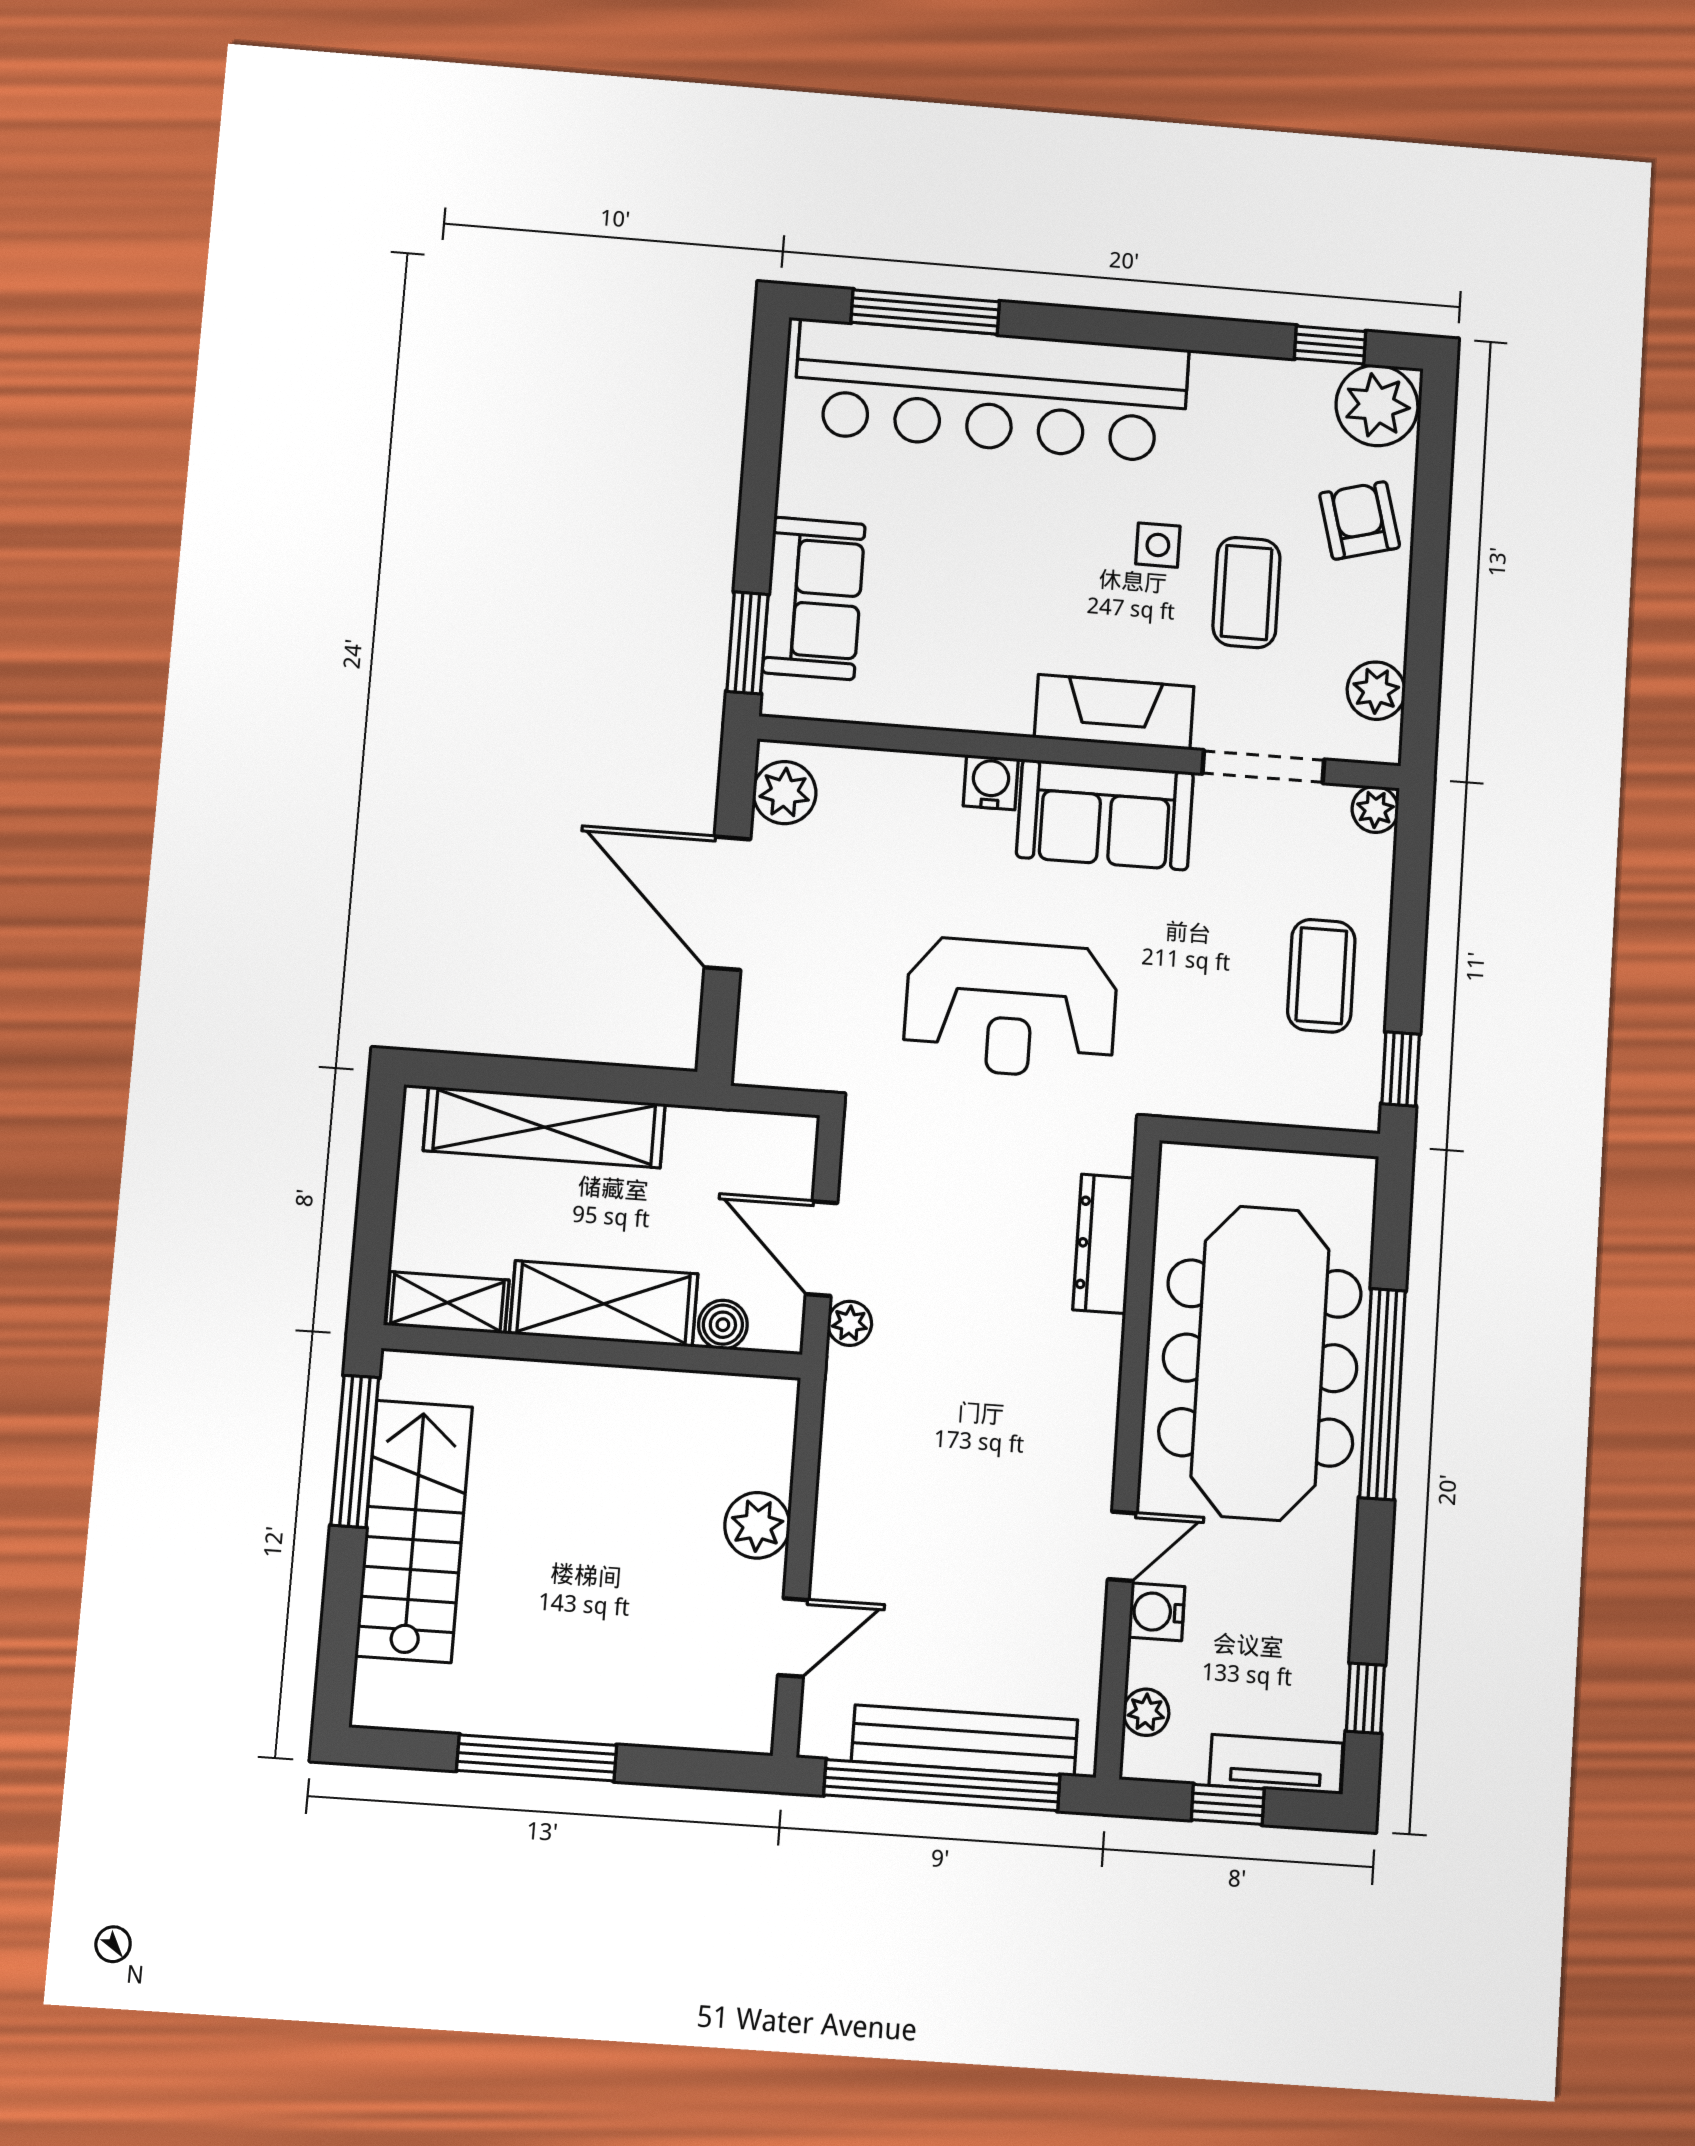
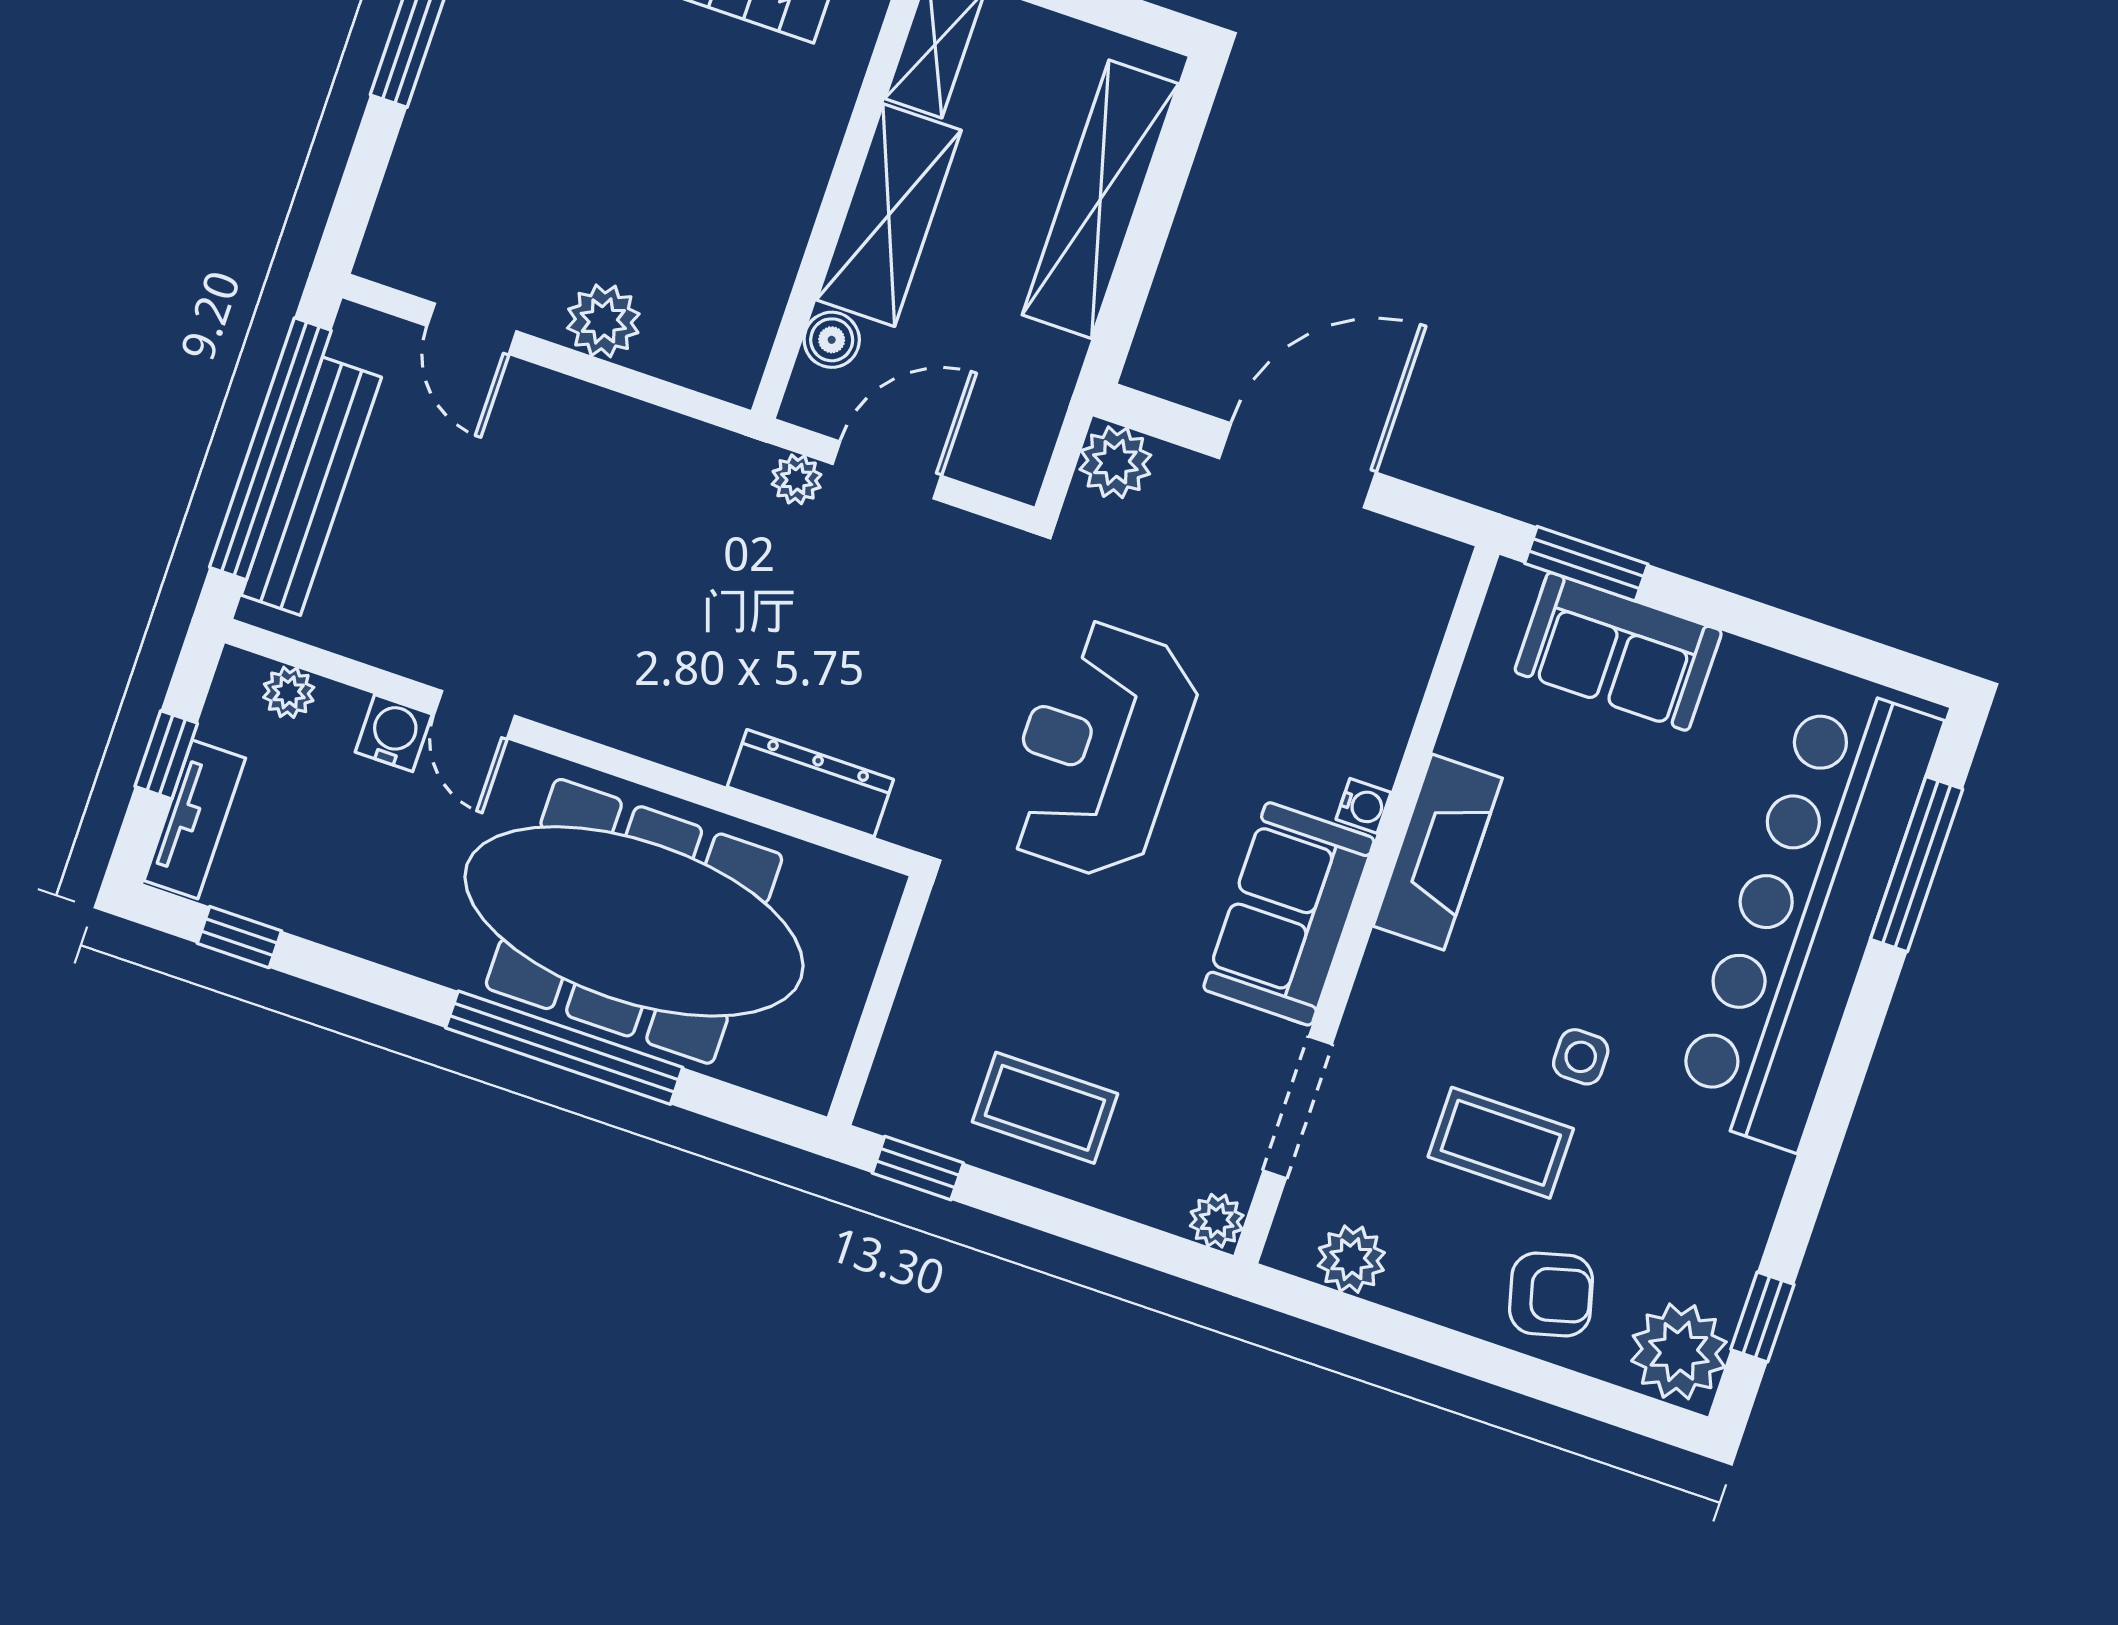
fireplace: (1114, 712) -> (1438, 852), moved
water cooler: (991, 782) -> (1363, 806), width x0.72, depth x0.72
plant: (784, 793) -> (1115, 462), moved

